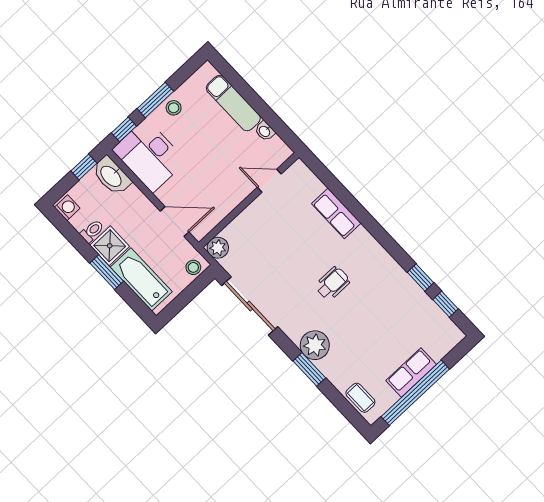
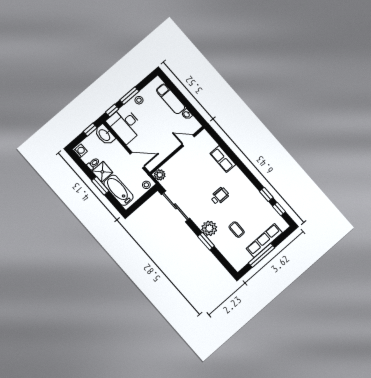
row of seats: (411, 373) -> (264, 240), width x1.48
window: (415, 393) -> (262, 255), width x0.68
coffee table: (360, 398) -> (237, 230), moved

